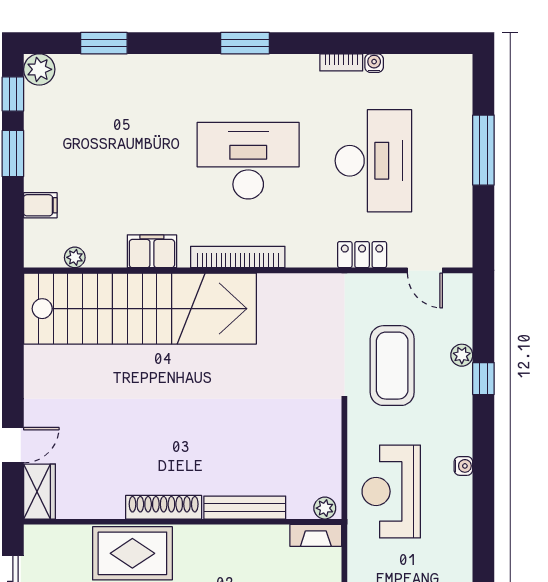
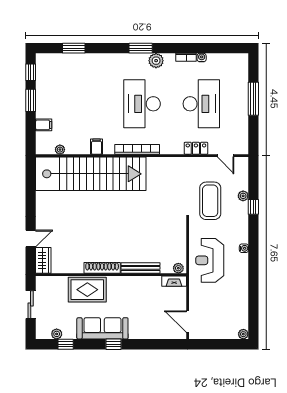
plant: (39, 69) -> (156, 61), moved
desk: (248, 161) -> (142, 104), turned -90
filing cabinet: (152, 251) -> (96, 147), width x0.50

